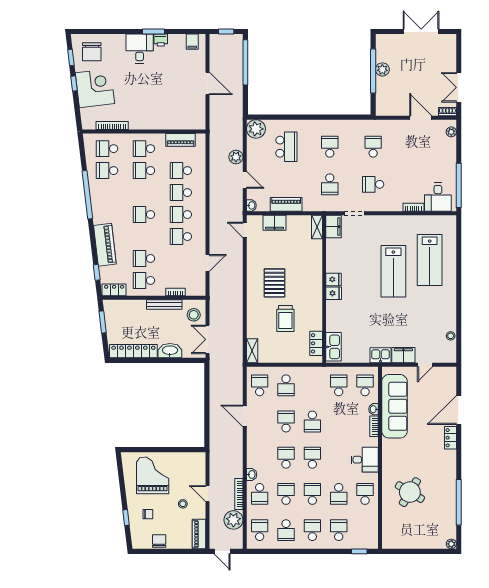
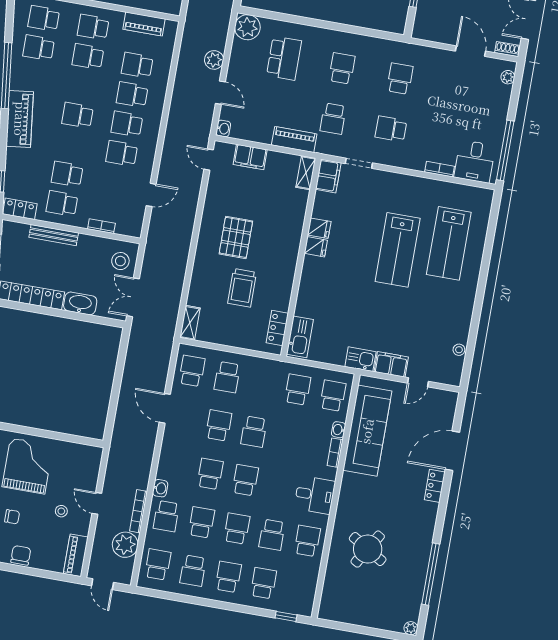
piano: (286, 204) -> (294, 139), moved
piano: (105, 245) -> (20, 119), moved
fridge: (334, 293) -> (319, 228), moved
bench: (164, 304) -> (54, 235), moved

